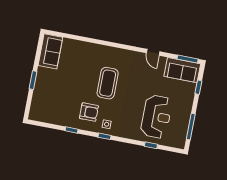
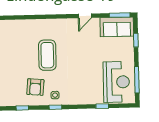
door: (153, 52) -> (85, 16), hinge flipped
armchair: (89, 112) -> (35, 87), turned 95
reception desk: (156, 117) -> (116, 82), moved

